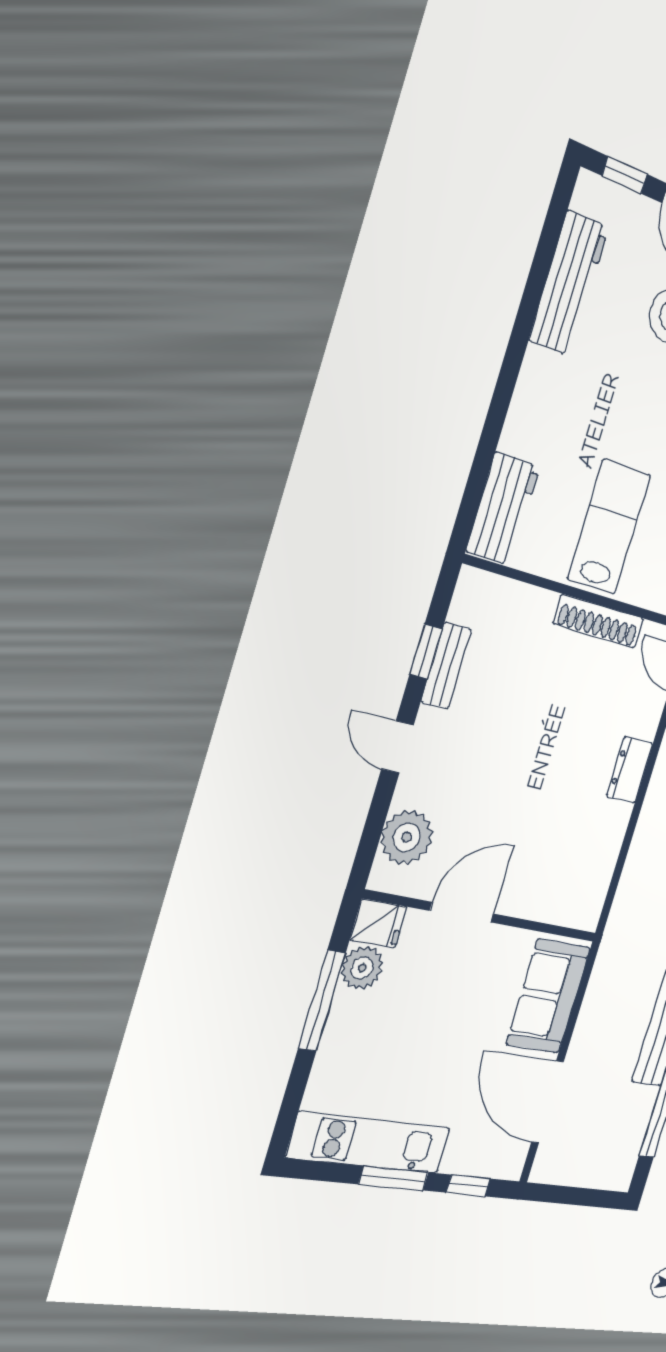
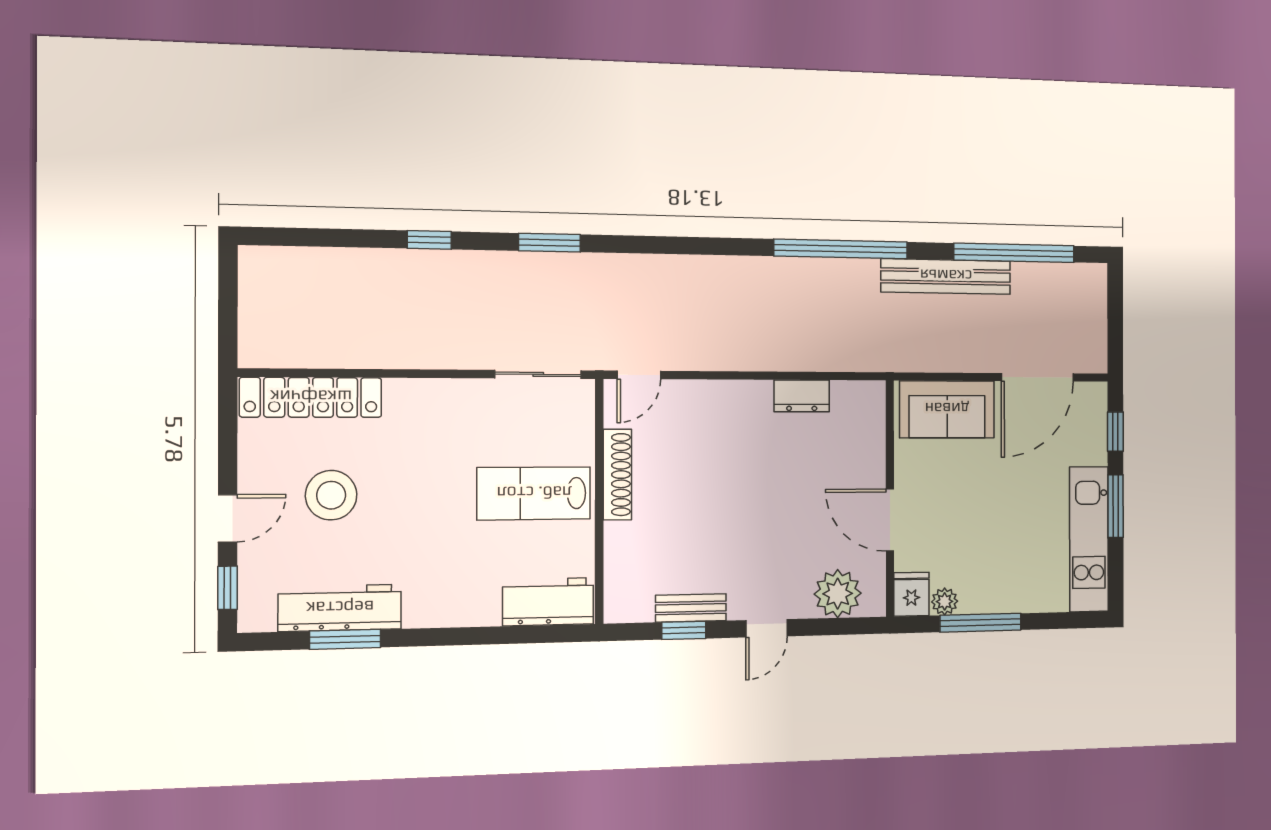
window: (538, 277) -> (345, 639), added
dresser: (630, 770) -> (802, 396), moved
plant: (362, 968) -> (945, 601), width x0.73, depth x0.73

